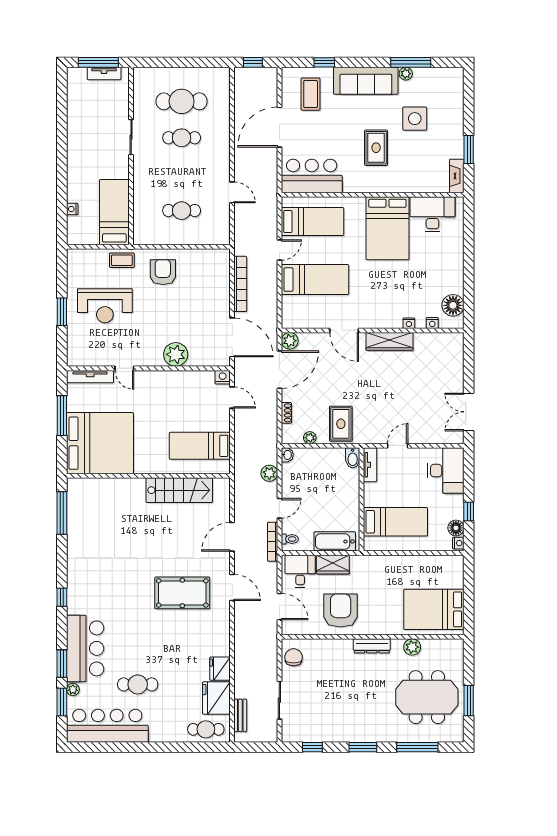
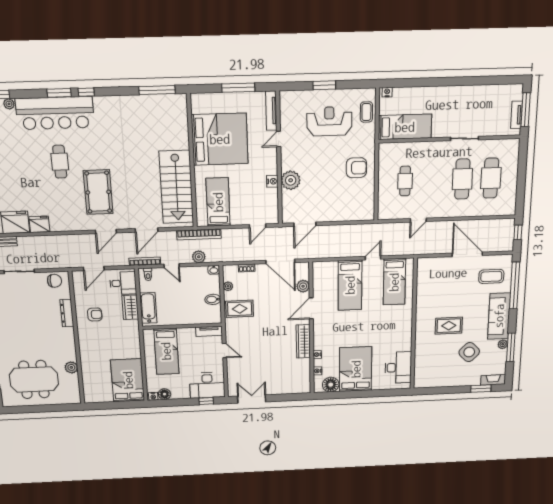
window: (324, 62) -> (515, 286), width x3.17
side table: (415, 119) -> (469, 352), turned 45
cafe table: (182, 138) -> (462, 179), width x1.37, depth x1.35
window: (469, 149) -> (481, 389), moved
bar counter: (312, 176) -> (429, 280), removed
fireplace: (457, 176) -> (493, 380), moved
nightstand: (72, 209) -> (387, 92), moved
bed: (387, 228) -> (356, 369), moved, turned 90
door: (279, 250) -> (373, 258), swing flipped
coffee table: (122, 260) -> (366, 112), moved
bookcase: (240, 284) -> (199, 234), moved
reception desk: (105, 306) -> (329, 121), turned 90
door: (232, 337) -> (305, 224), width x0.73
plant: (290, 341) -> (303, 286), moved
nightstand: (223, 377) -> (272, 181), moved
bed: (100, 443) -> (220, 139), moved, turned -90
bidet: (353, 458) -> (213, 299), moved
stairs: (179, 490) -> (176, 187), width x1.36, depth x1.51
window: (469, 512) -> (206, 401), moved
door: (232, 537) -> (147, 230), swing flipped
bed: (434, 609) -> (128, 380), moved
armchair: (341, 610) -> (95, 314), width x0.53, depth x0.53
dresser: (372, 646) -> (67, 313), moved
bar counter: (85, 648) -> (55, 113), width x1.36
window: (62, 664) -> (59, 93), moved
cafe table: (138, 684) -> (60, 162), moved
meeting table: (427, 697) -> (34, 379), turned 90
window: (469, 701) -> (35, 409), removed

